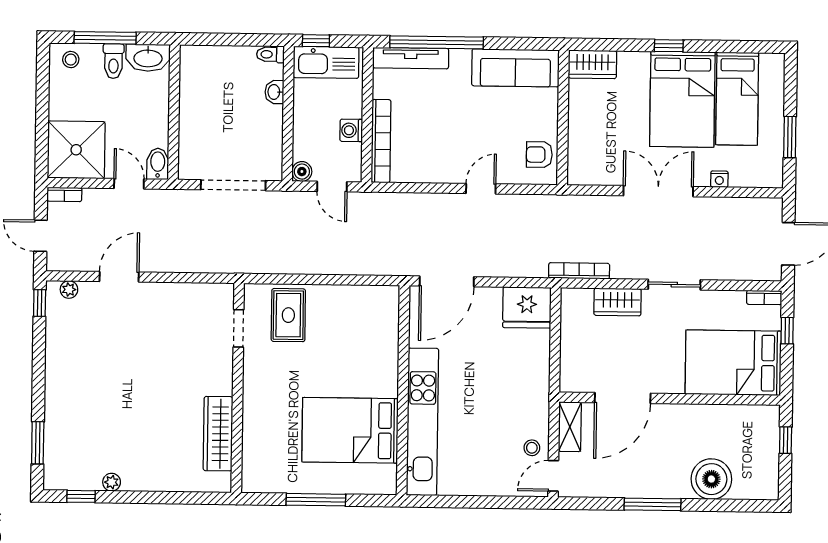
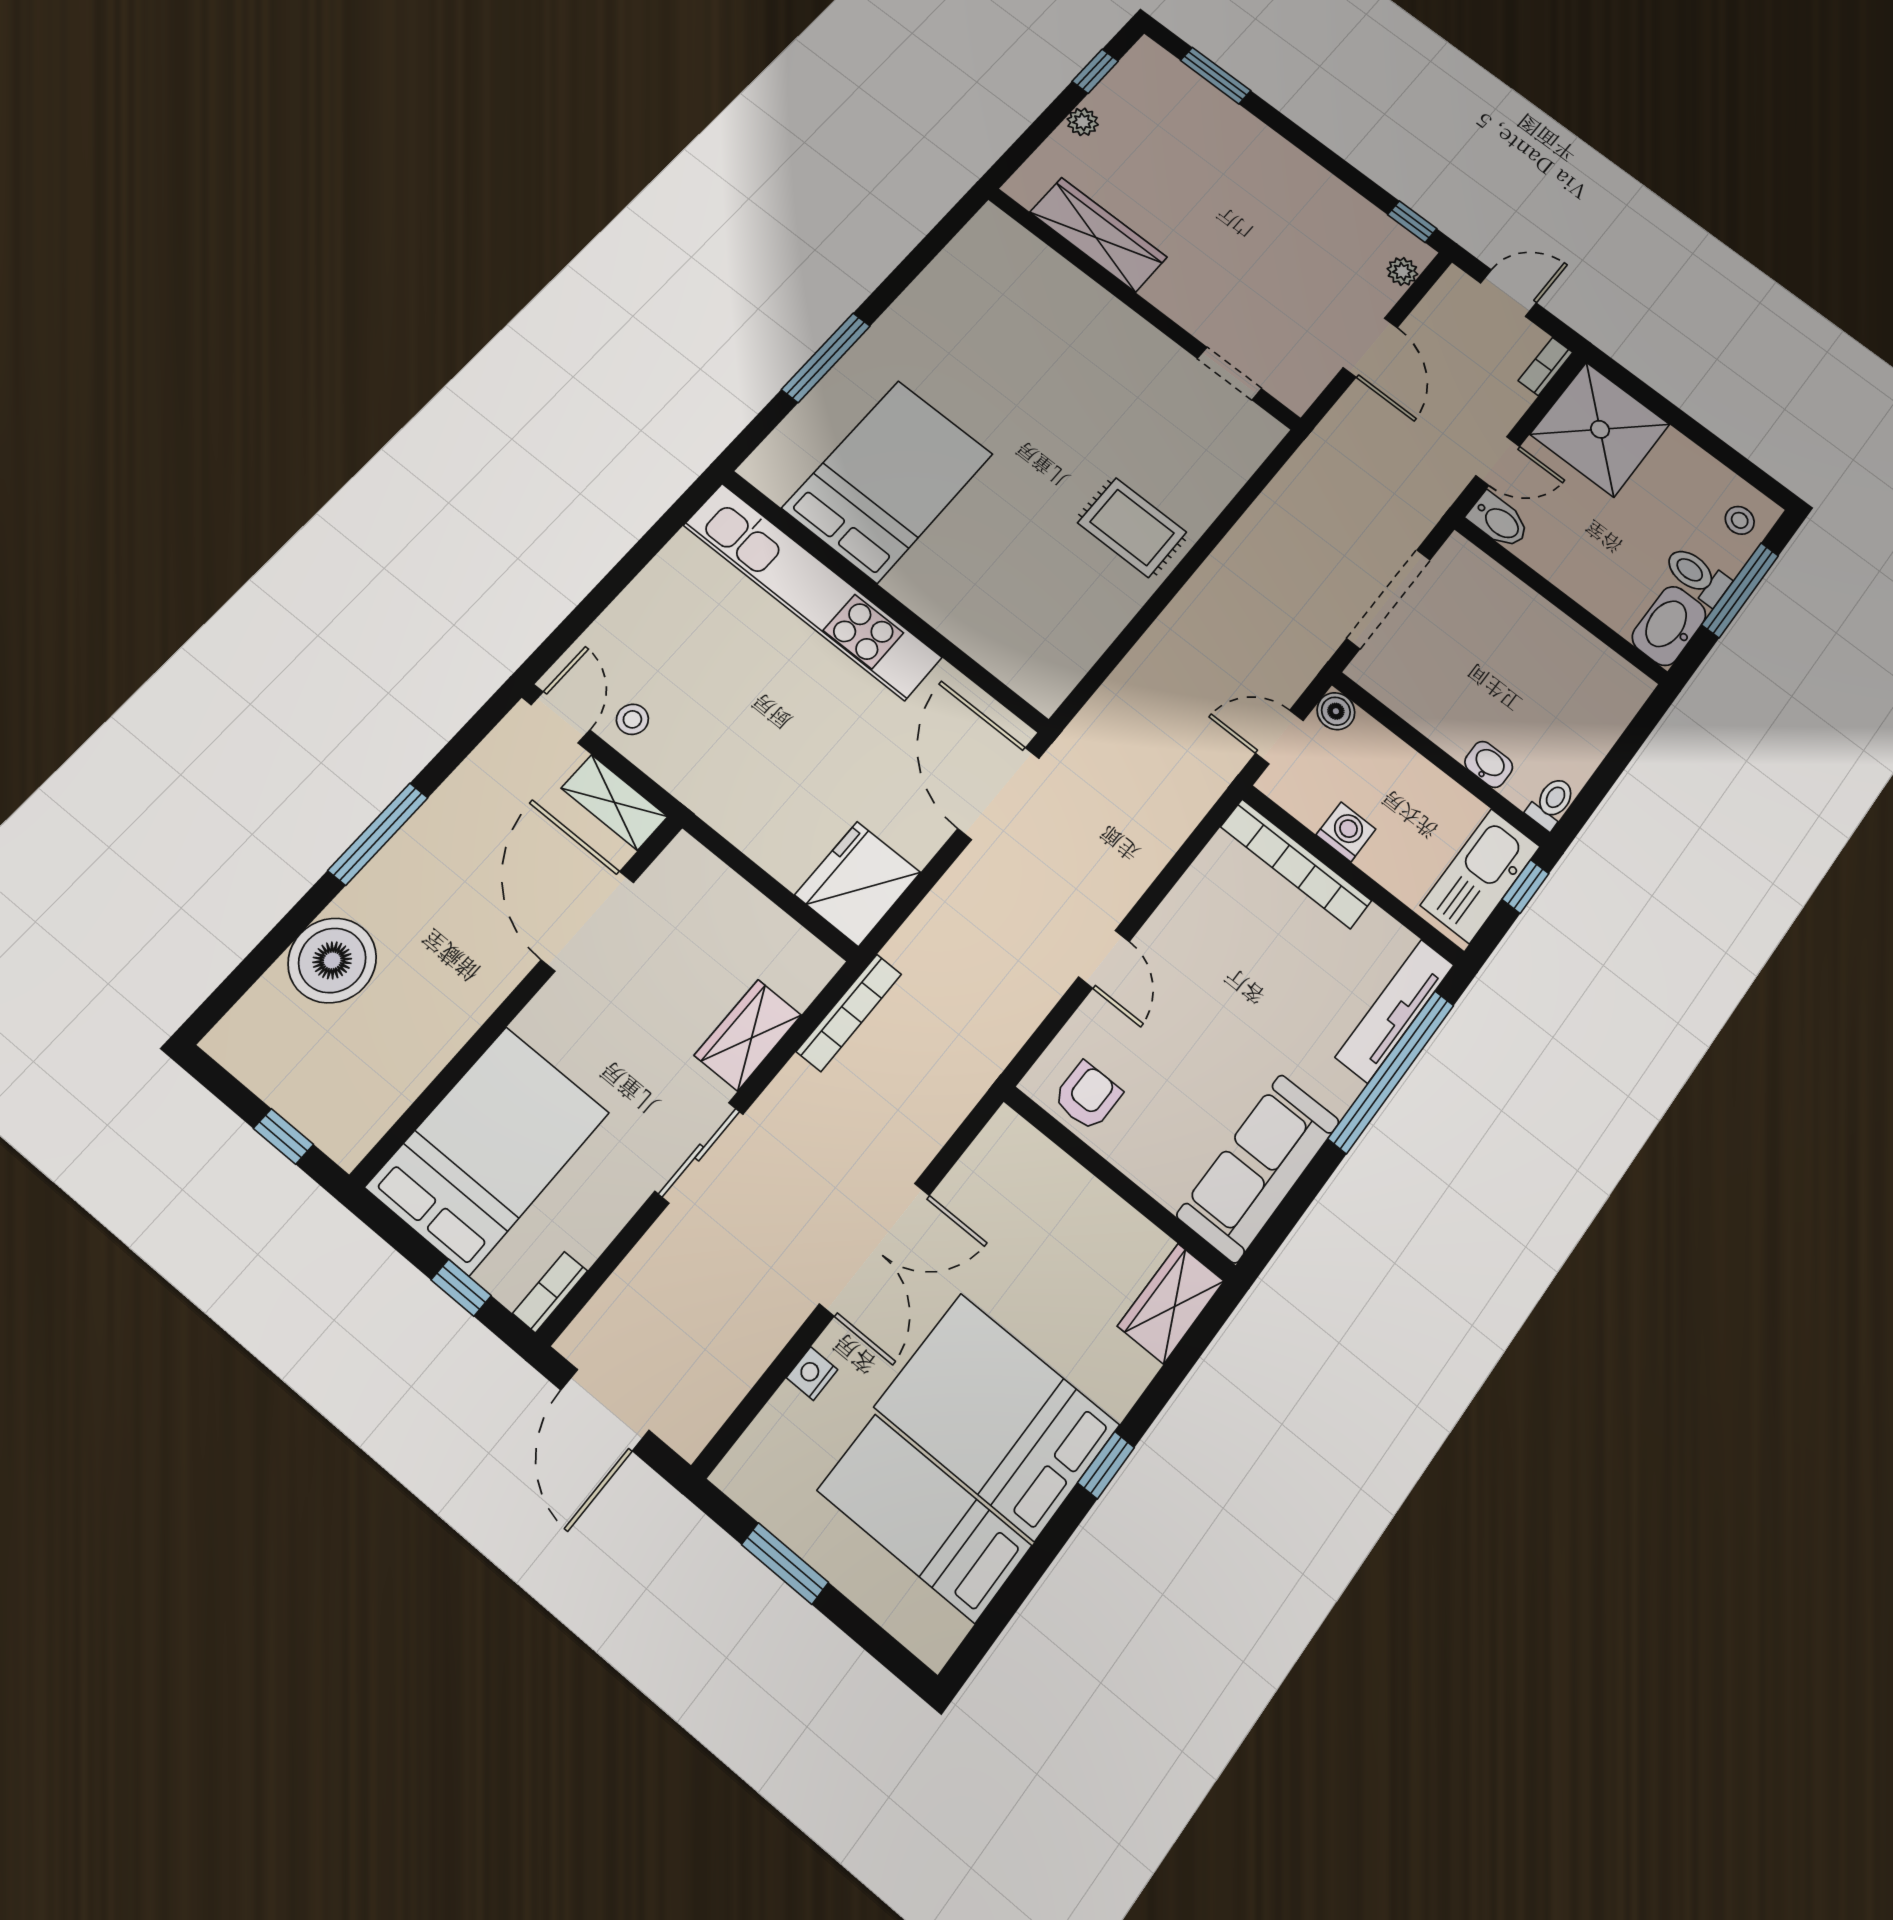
doorway: (238, 328) -> (1229, 374), moved
wall: (238, 388) -> (1143, 308), moved
wardrobe: (218, 434) -> (1098, 235), moved

